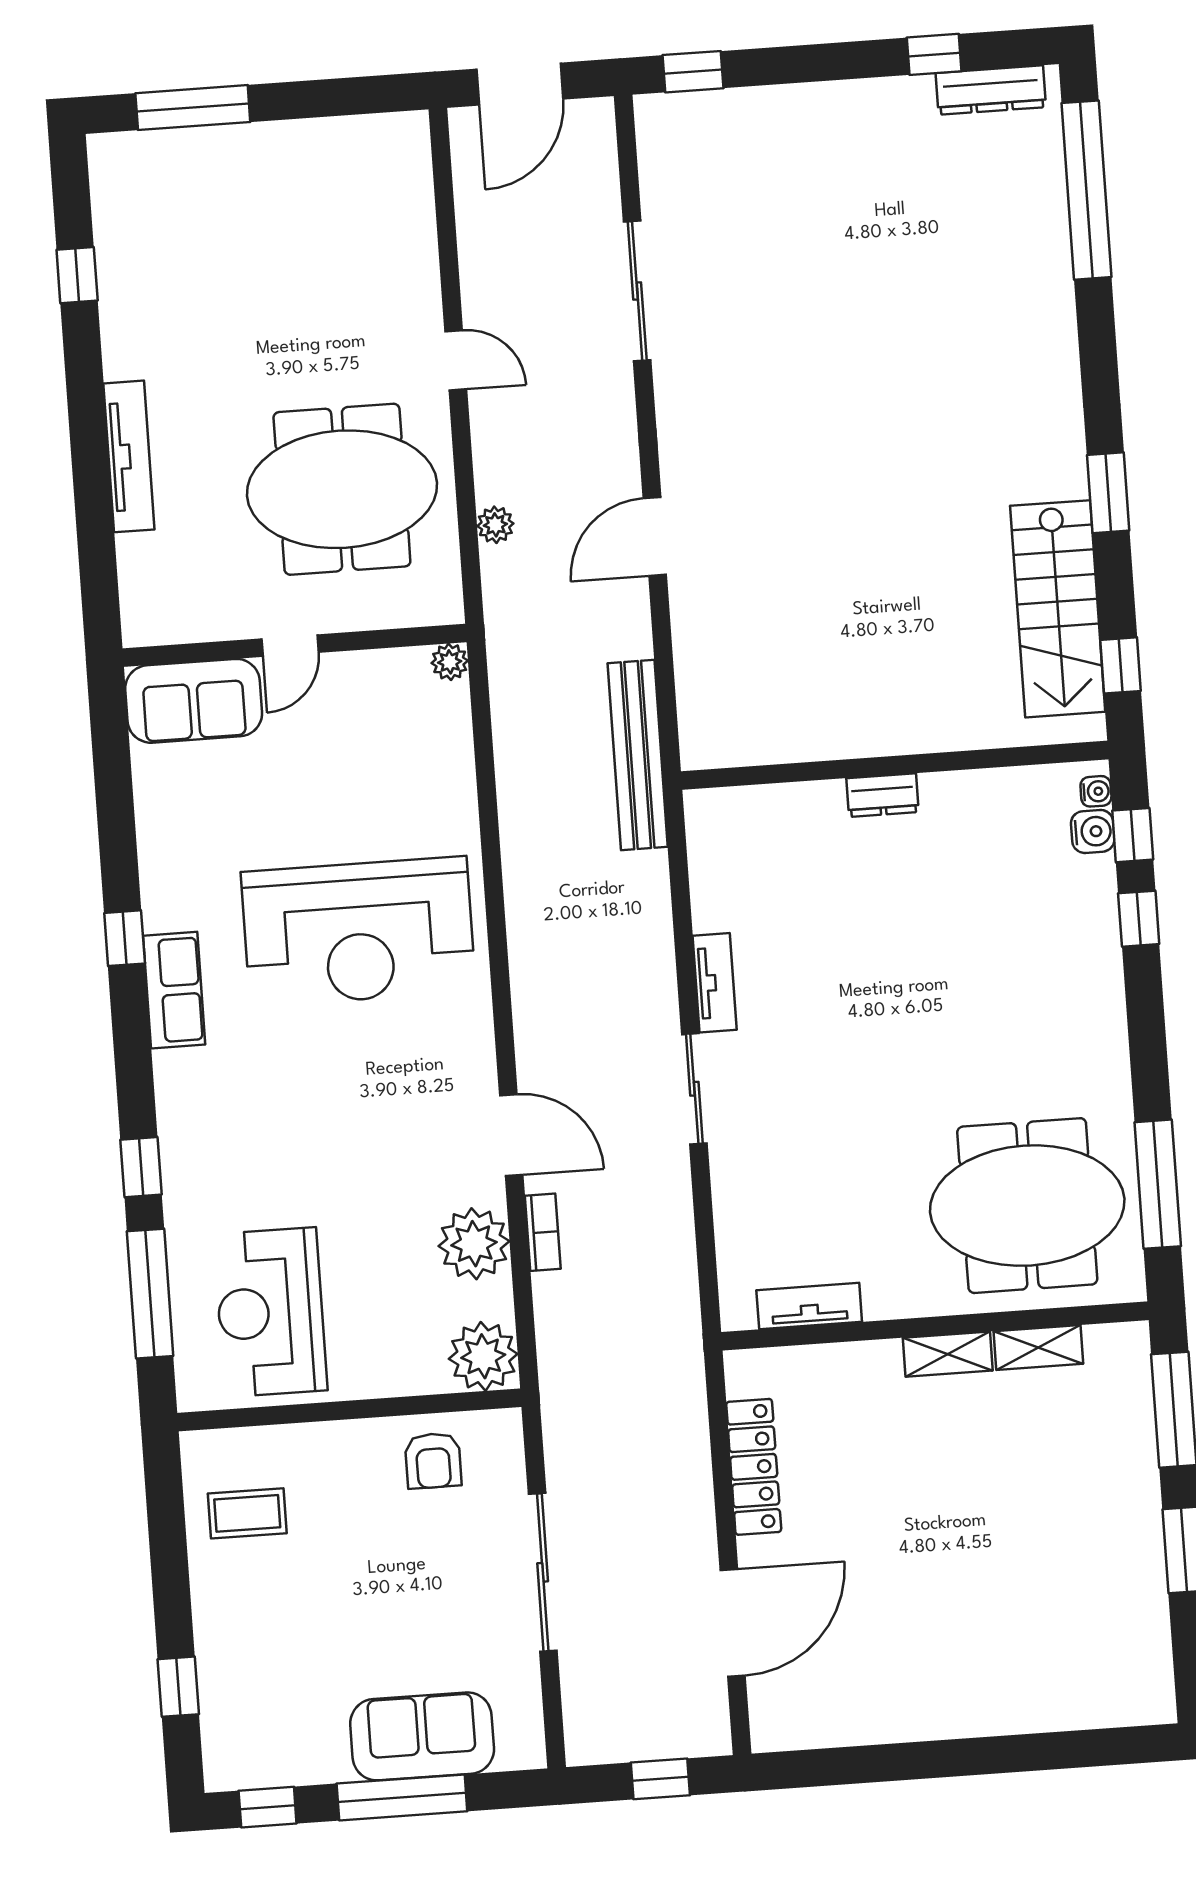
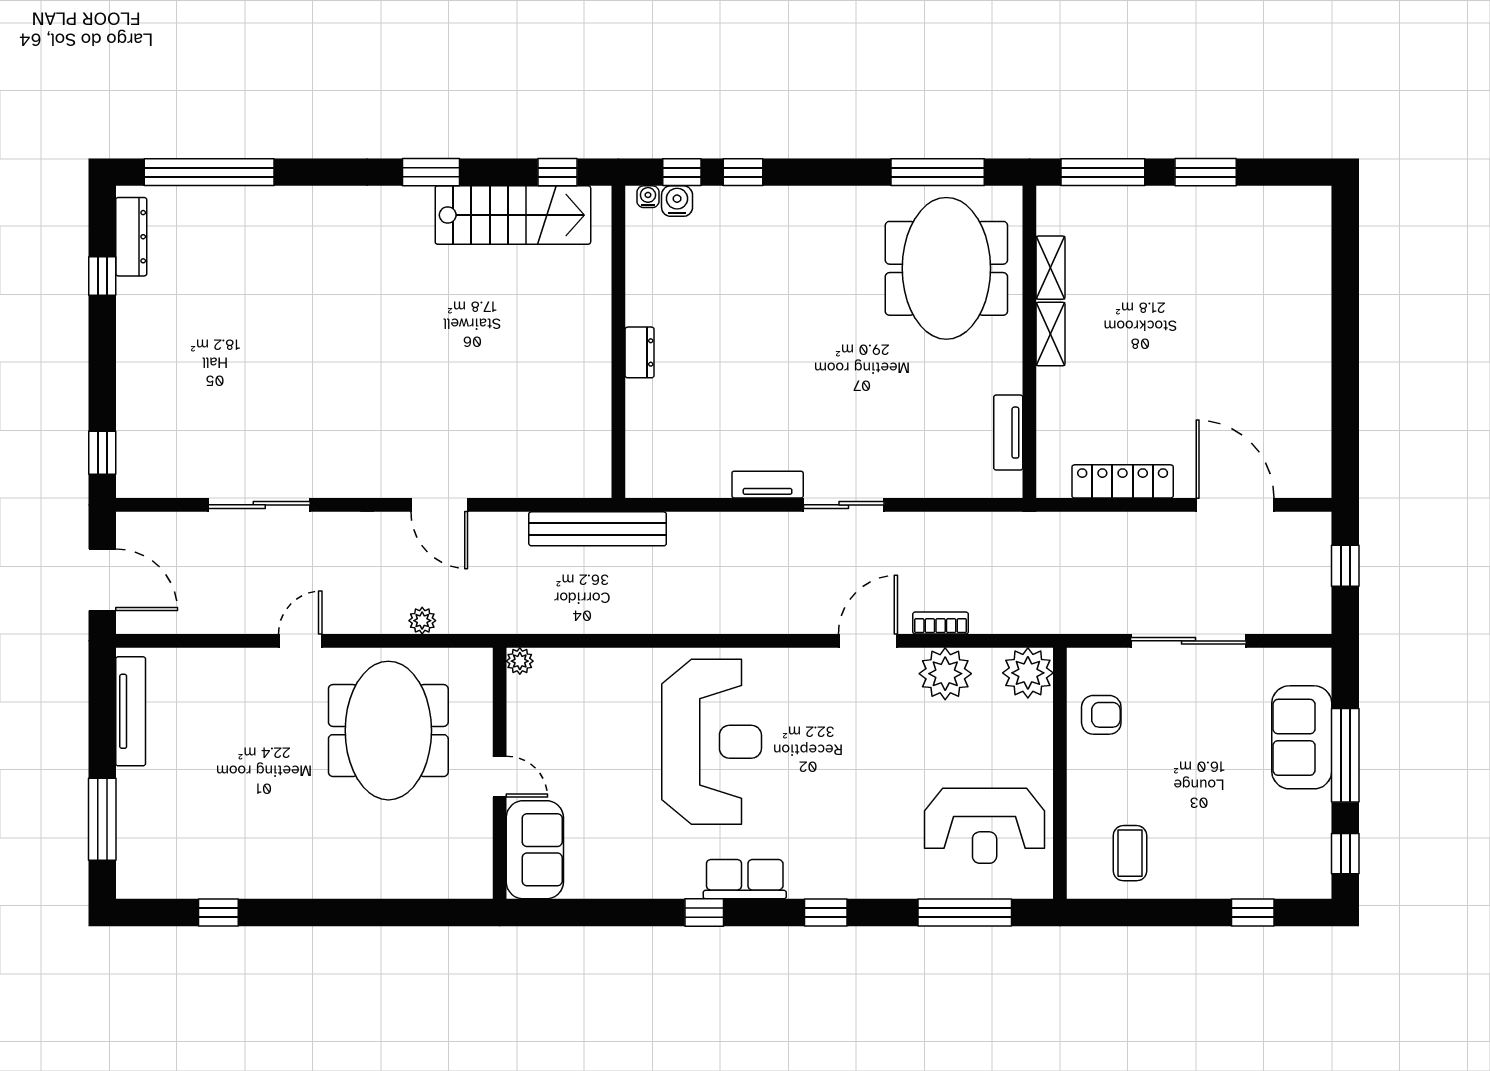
tv unit: (129, 456) -> (131, 711), moved, turned 90
window: (141, 1167) -> (826, 912), moved

